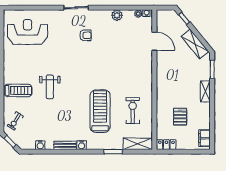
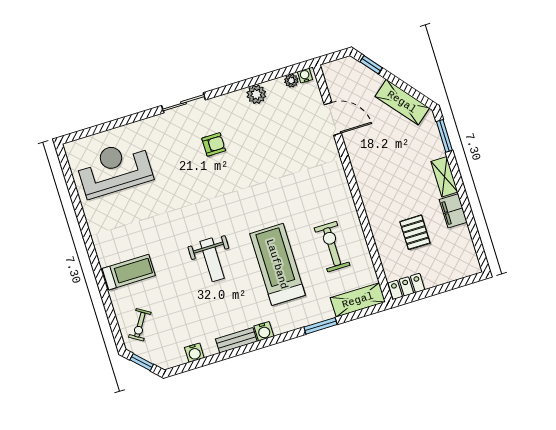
weight bench: (50, 87) -> (212, 260), moved
filing cabinet: (204, 138) -> (453, 211), moved

